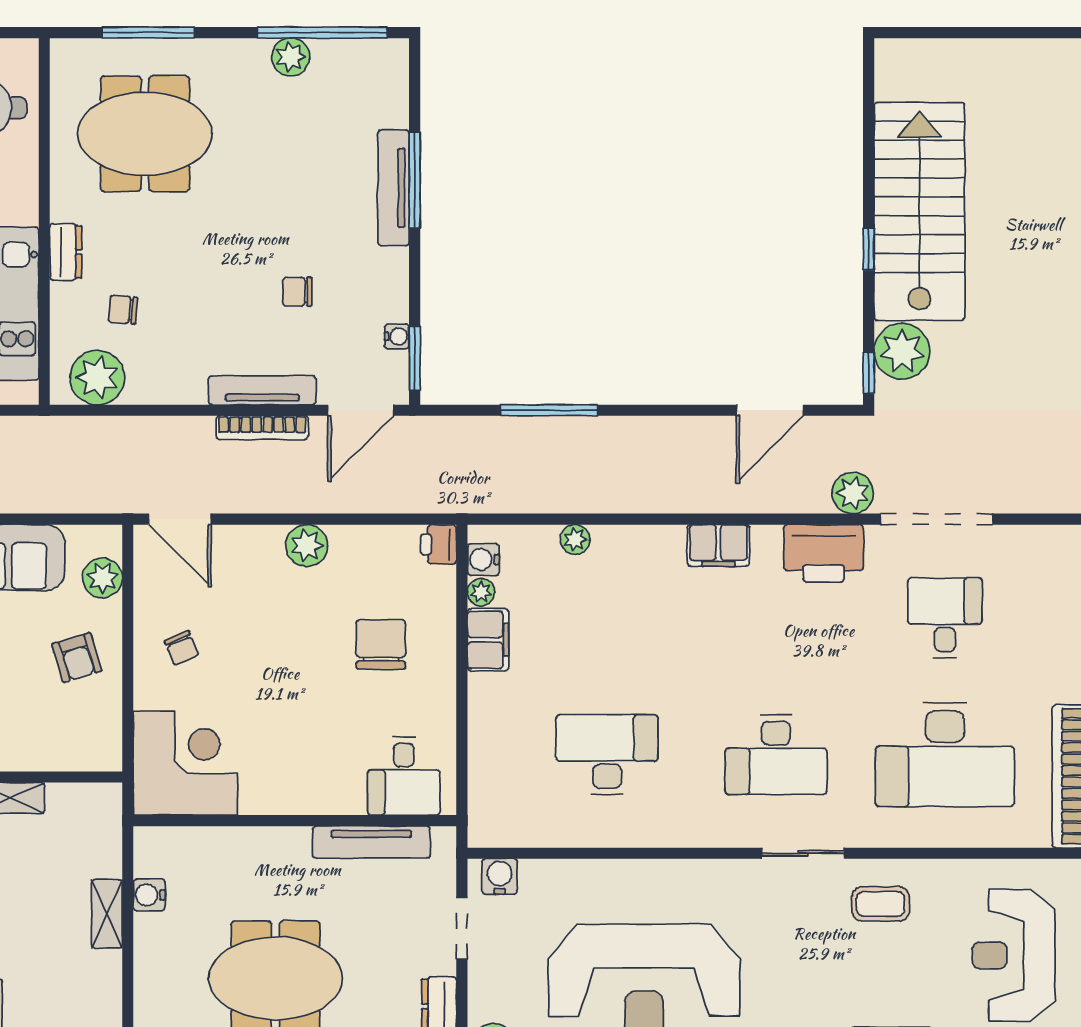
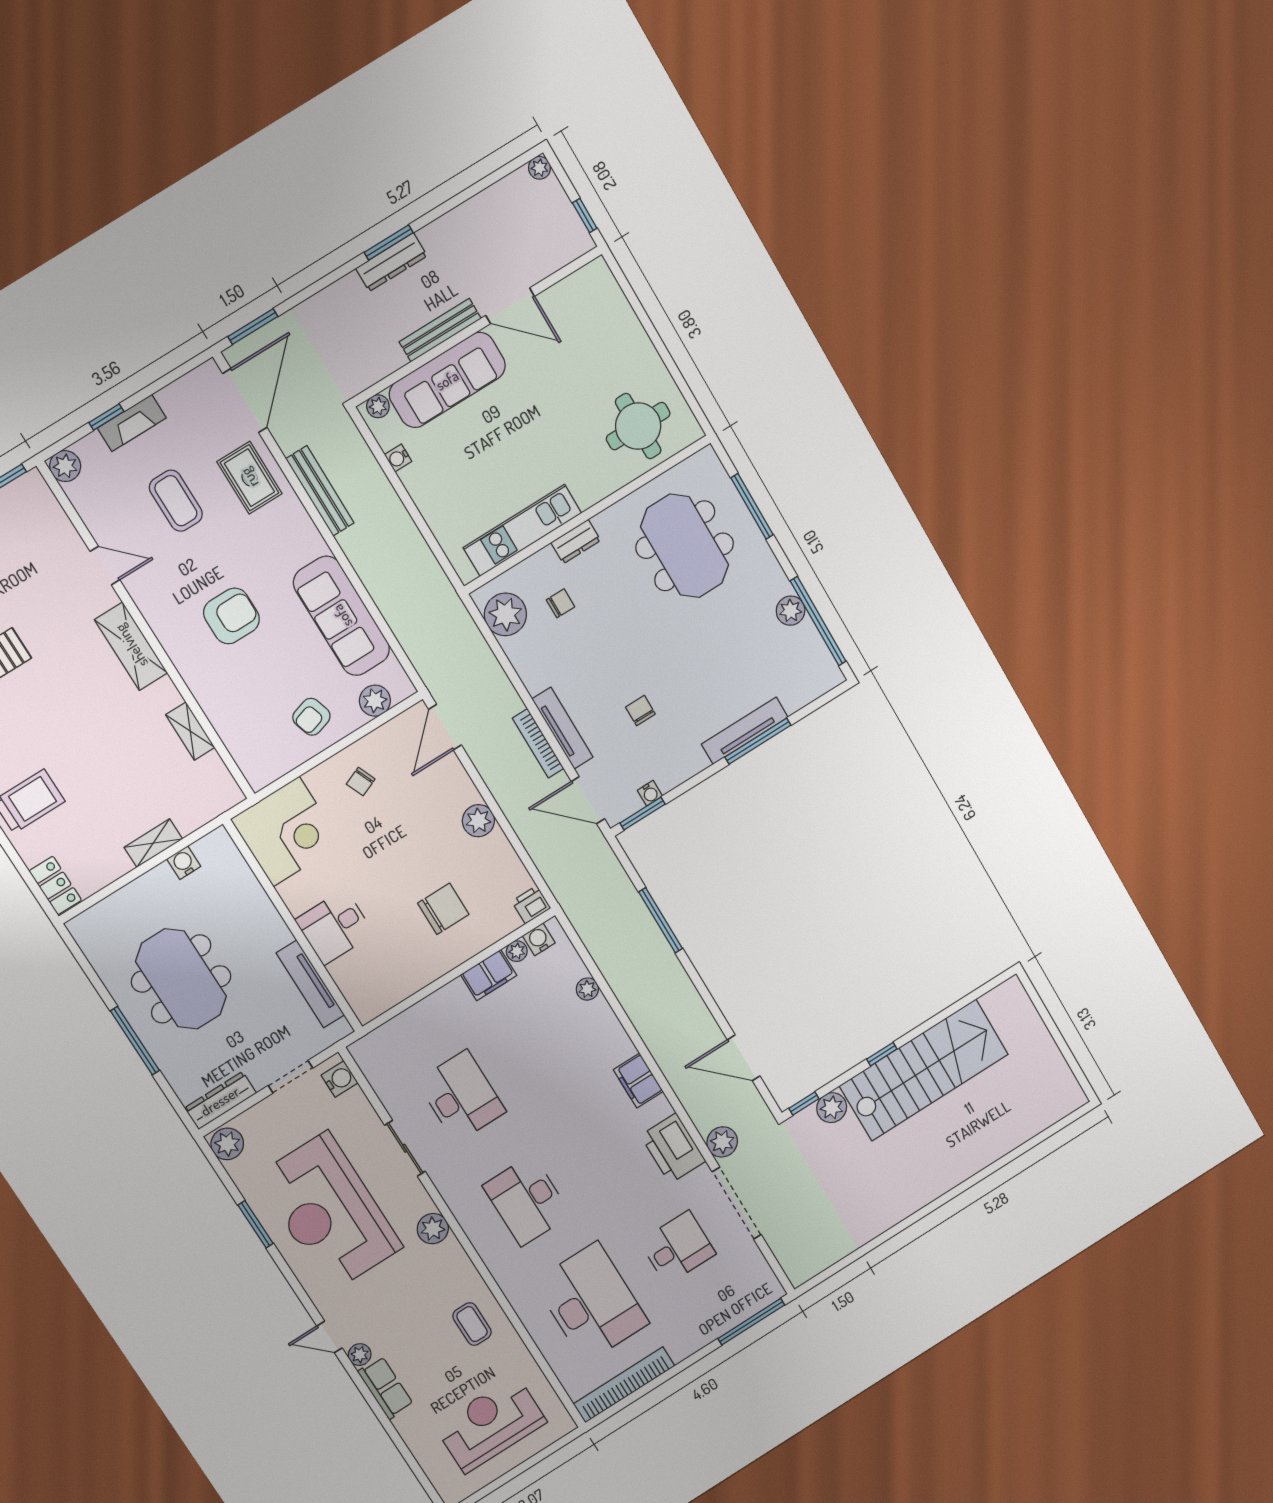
chair: (123, 310) -> (560, 603), turned 85
plant: (902, 351) -> (832, 1108), width x0.73, depth x0.73
desk: (945, 755) -> (591, 1303), turned 180
desk: (404, 776) -> (334, 927), moved
sliding door: (803, 853) -> (405, 1148), moved
plant: (739, 879) -> (433, 1229), added

